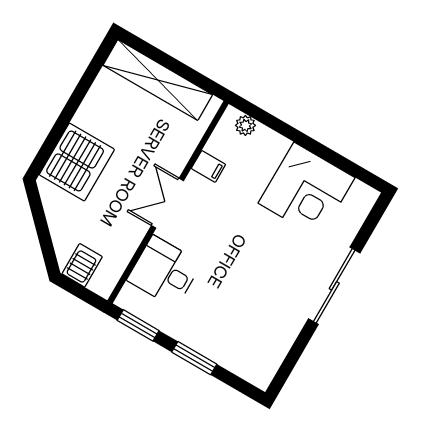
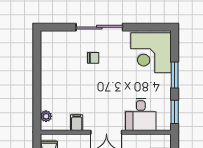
corner desk: (307, 190) -> (151, 53), moved, turned 180
chair: (293, 249) -> (93, 58), added

